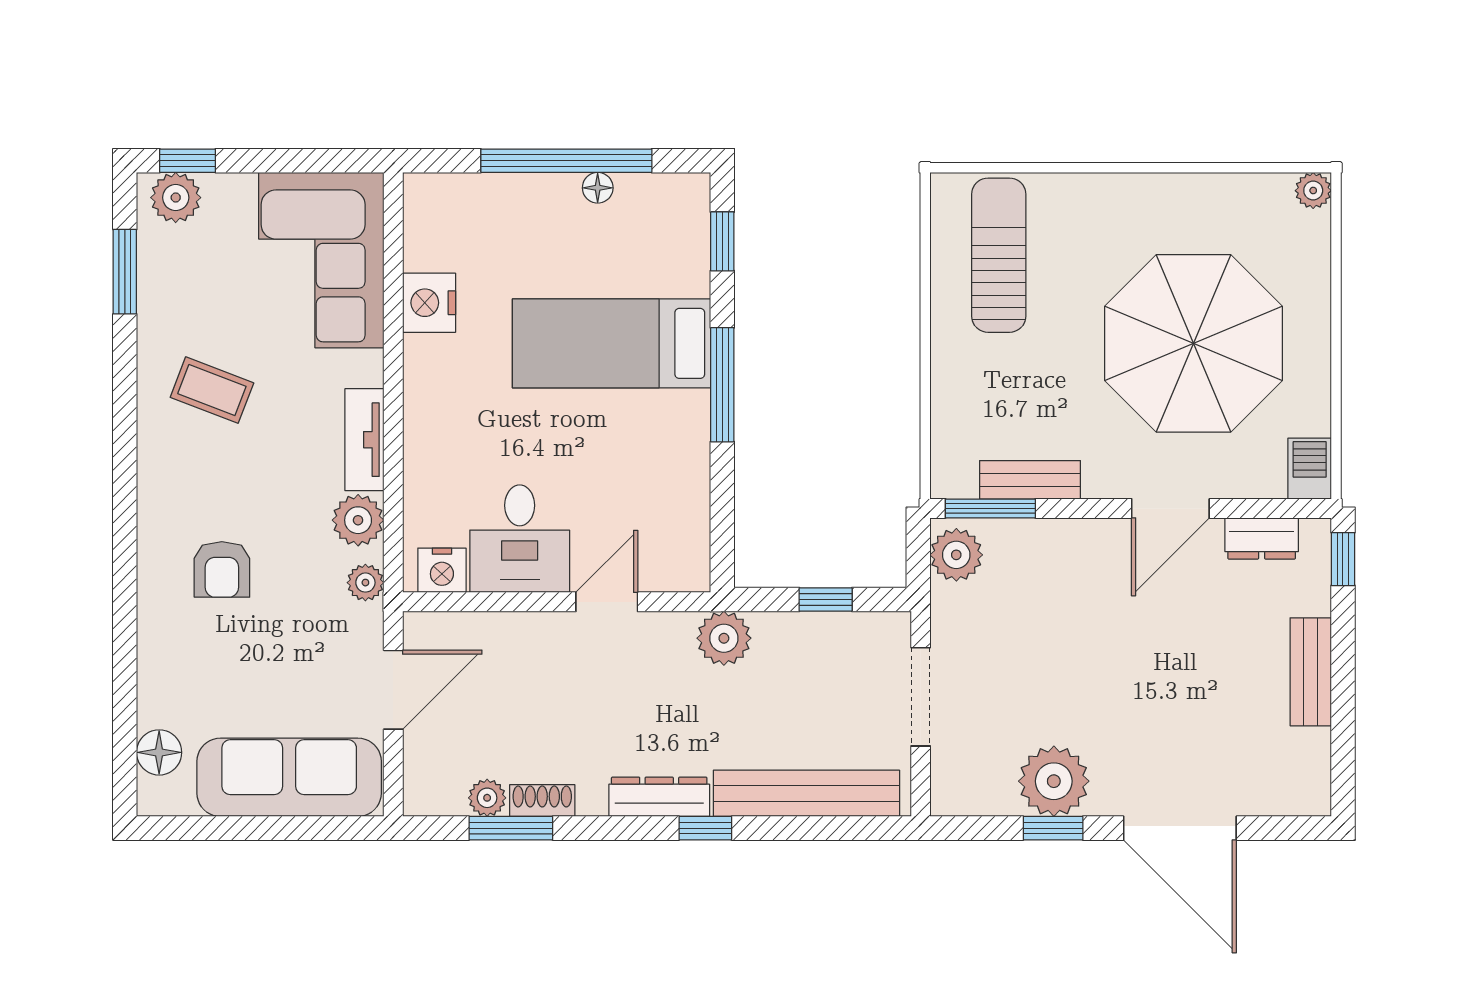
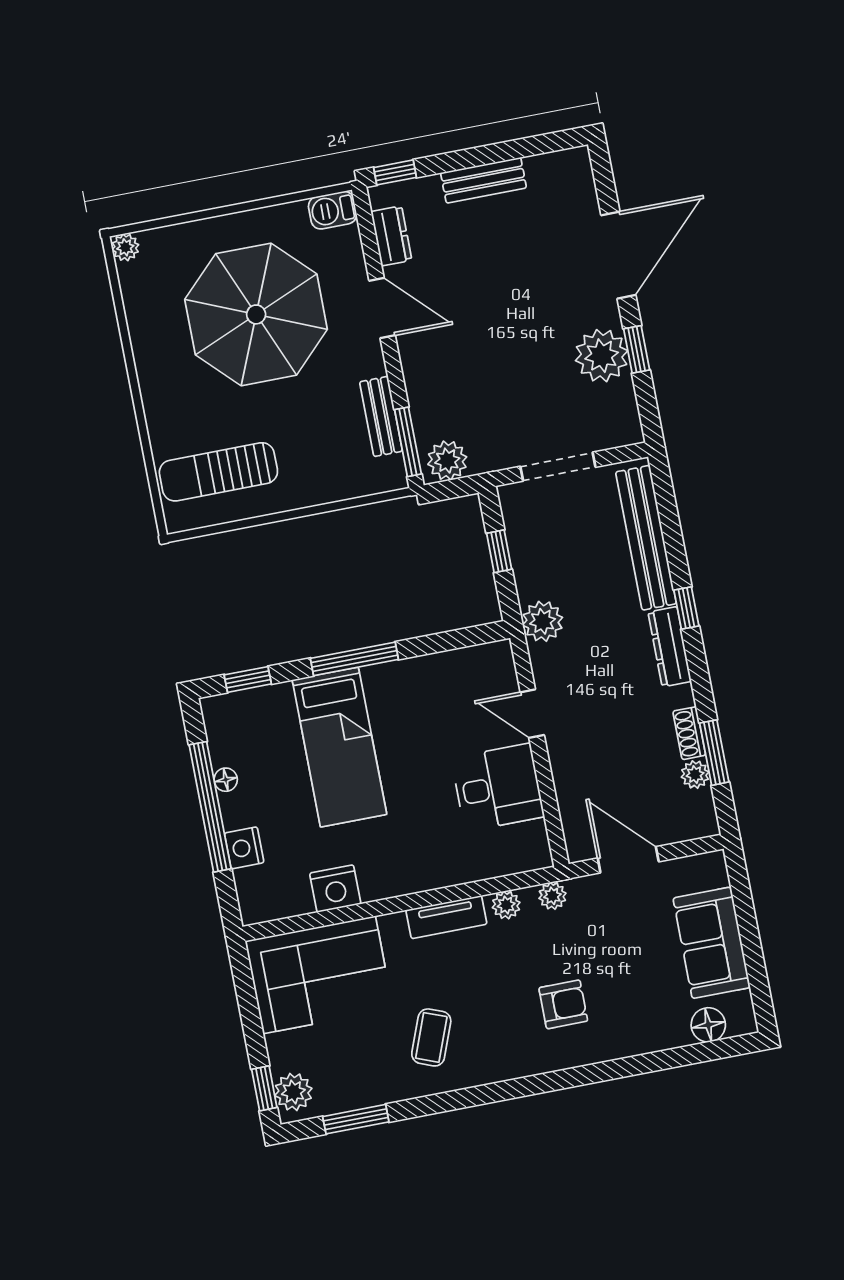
plant: (358, 520) -> (506, 905), width x0.73, depth x0.73
nightstand: (442, 570) -> (244, 848), moved, turned 180
sofa: (289, 777) -> (712, 943), width x0.73

